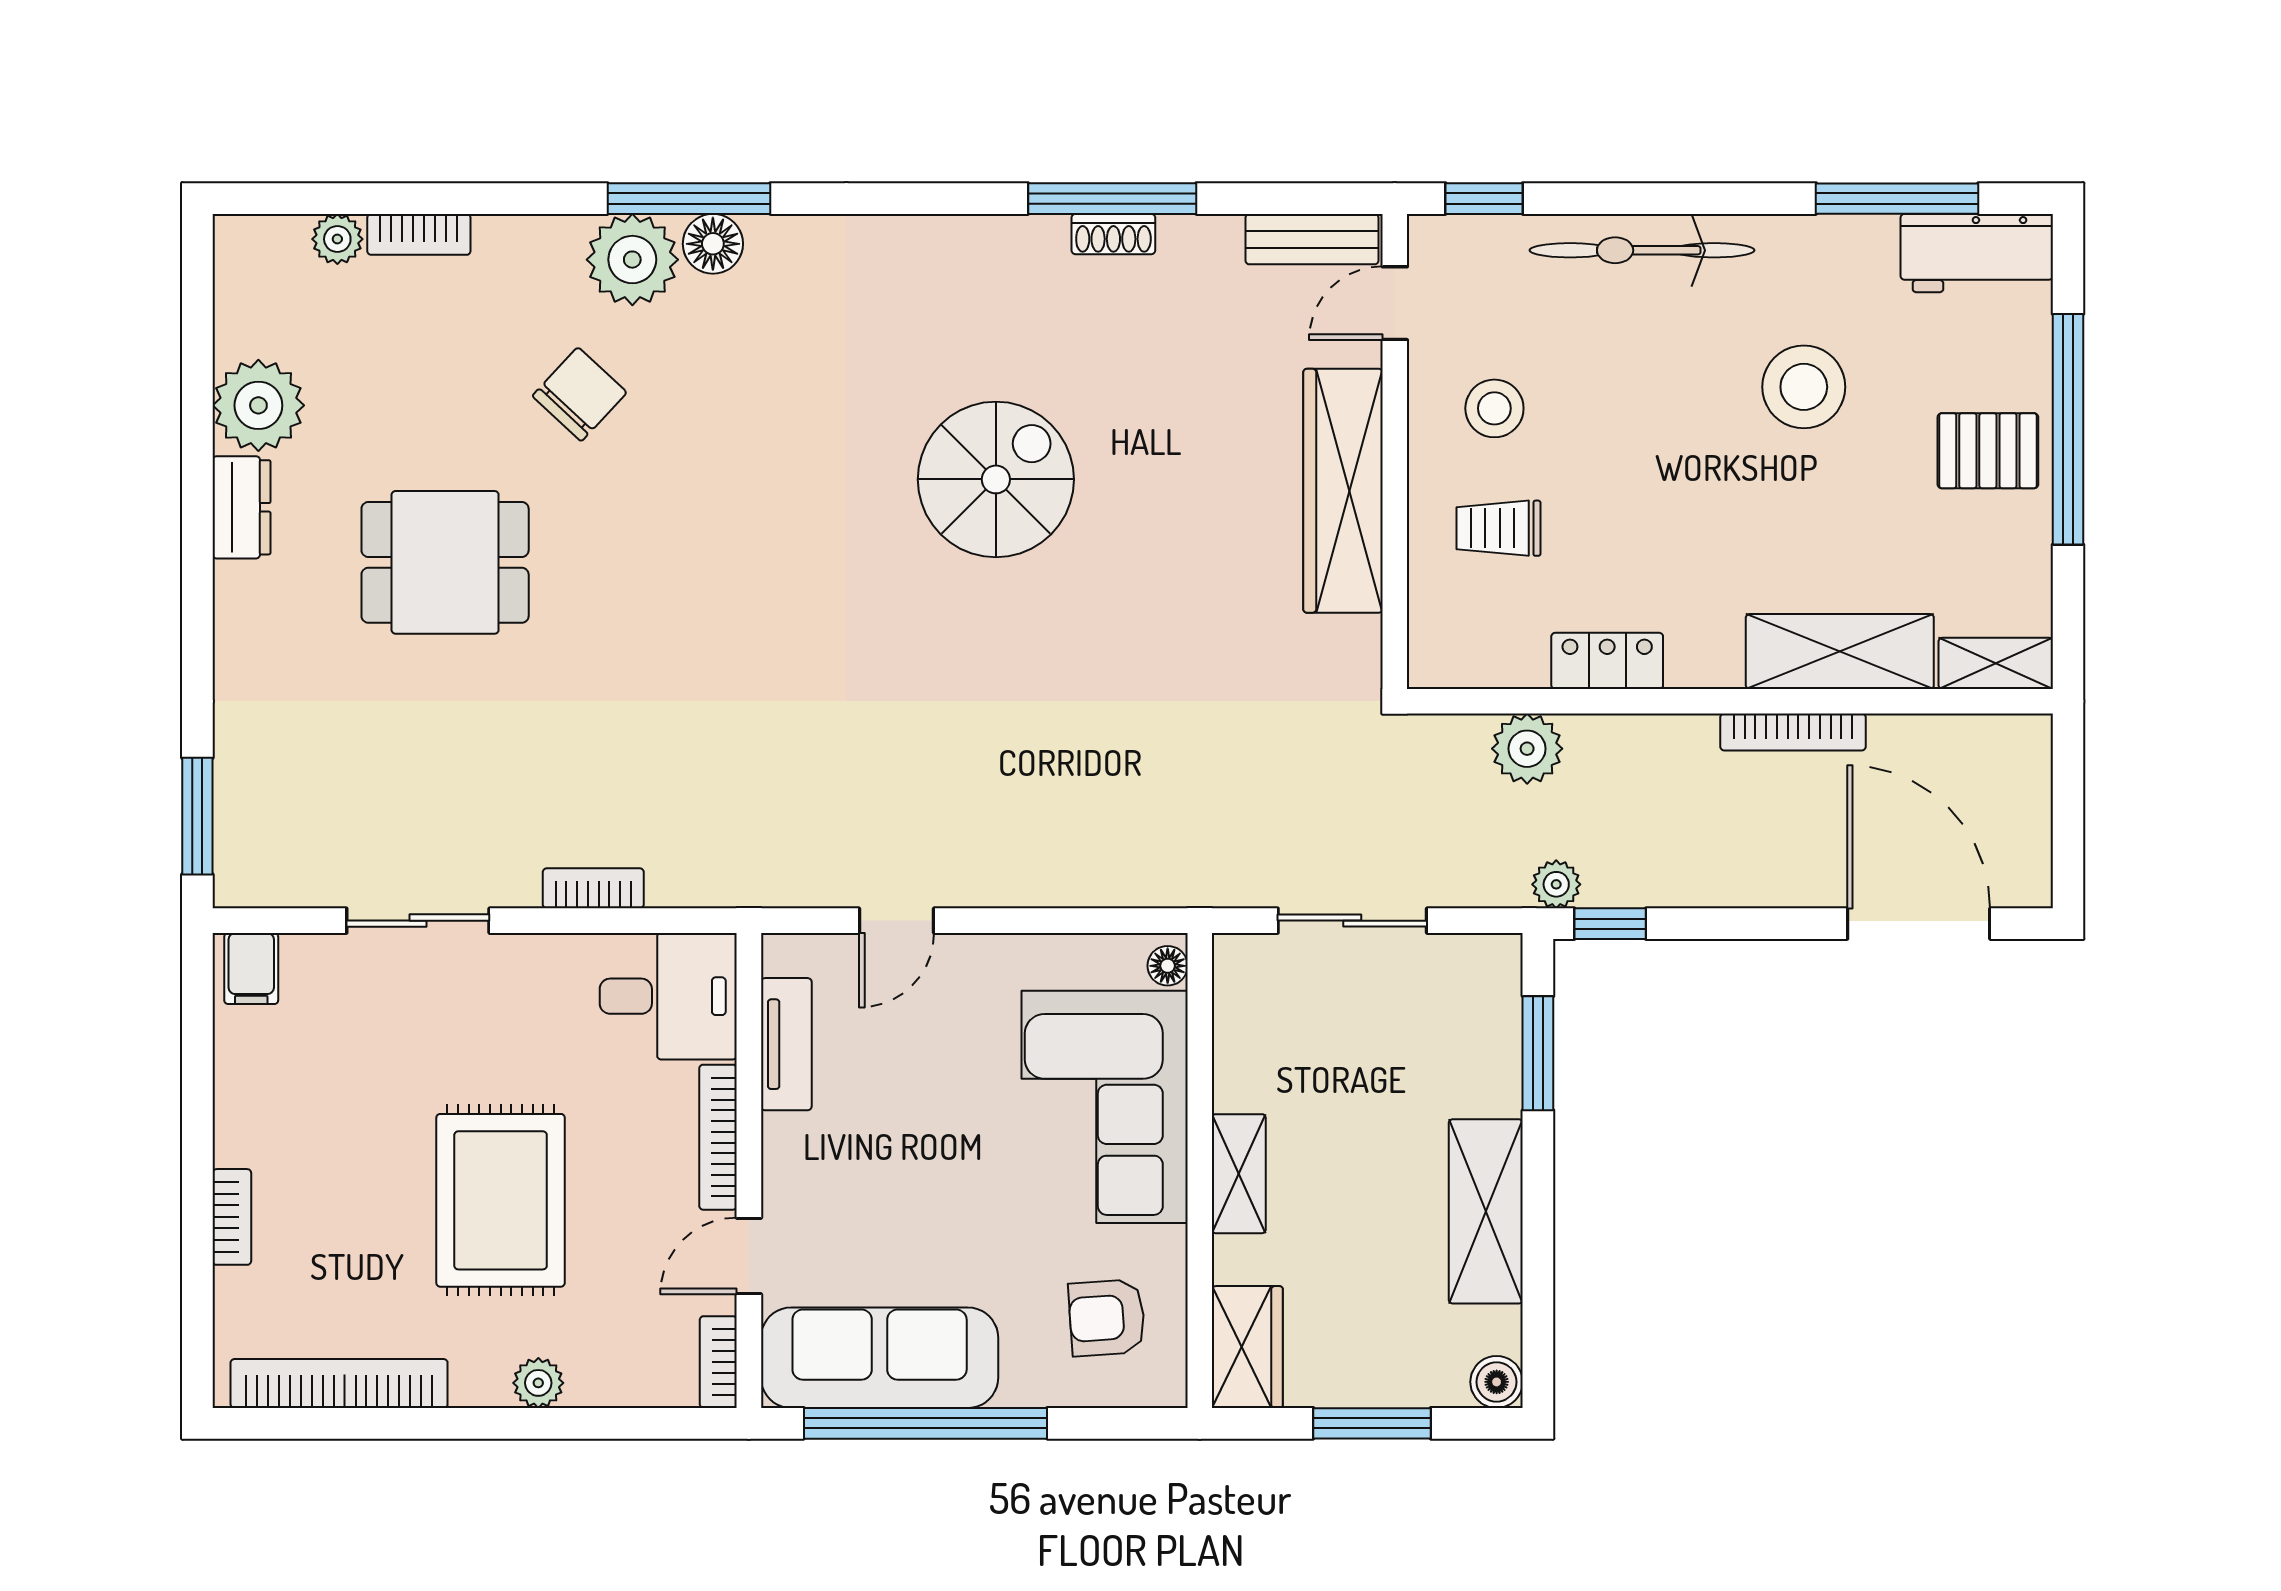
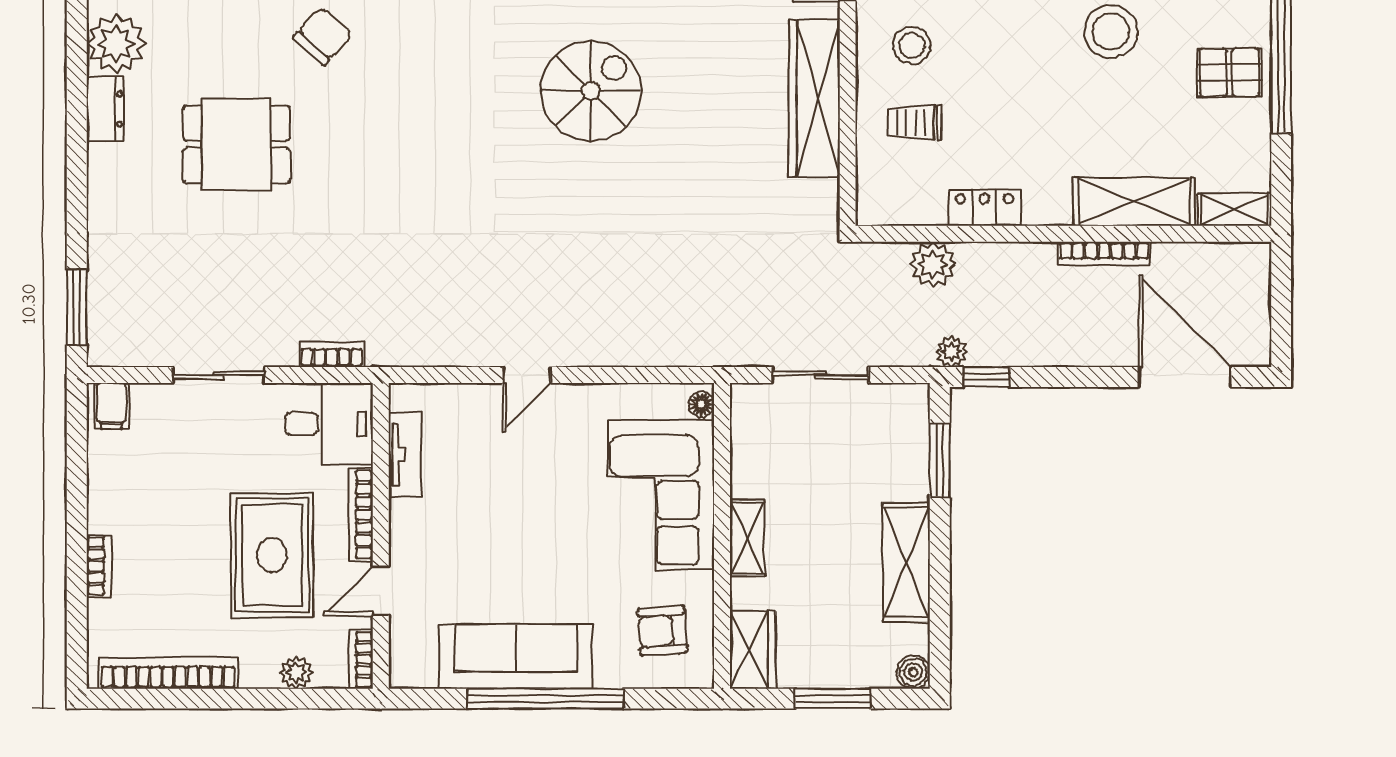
desk: (668, 996) -> (329, 424), moved
tv unit: (786, 1044) -> (405, 455), moved
bookcase: (718, 1137) -> (361, 514), moved
wall: (749, 1170) -> (381, 536), moved
door: (749, 1256) -> (381, 591), moved
bookcase: (718, 1362) -> (361, 659), moved

